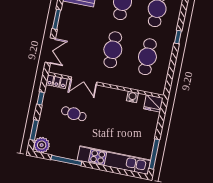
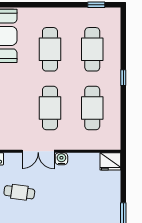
double door: (84, 81) -> (38, 151), moved
water cooler: (132, 97) -> (61, 159), moved

